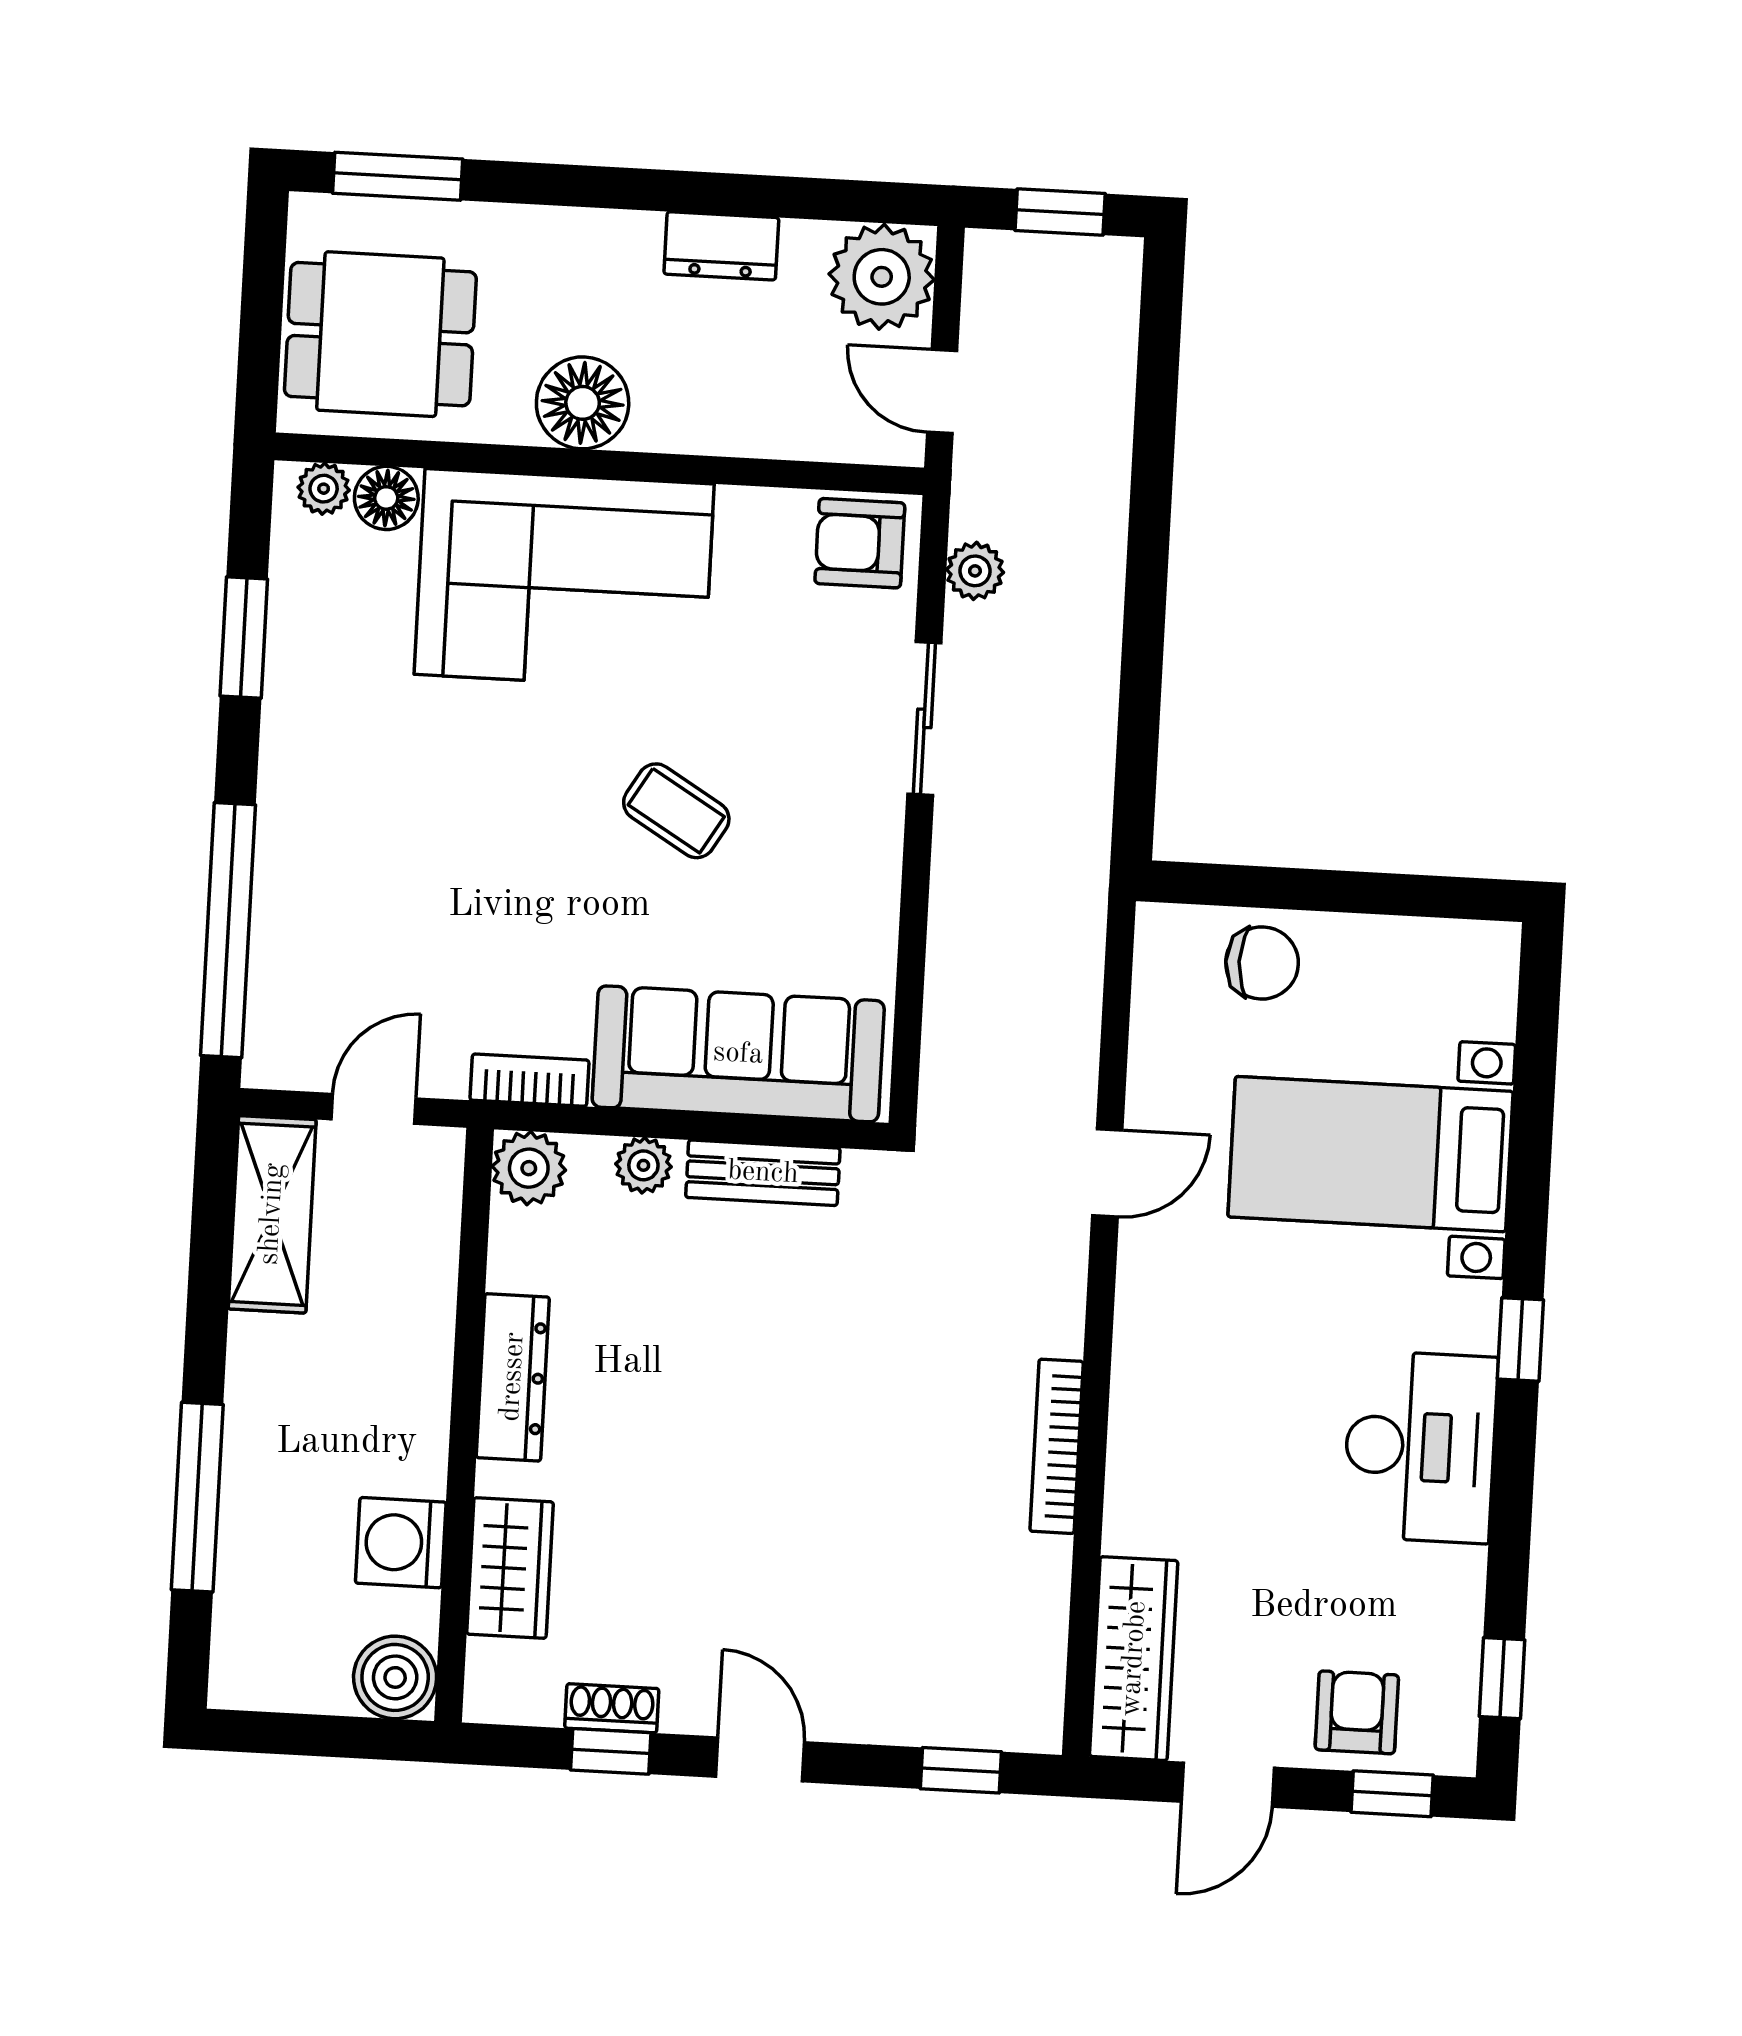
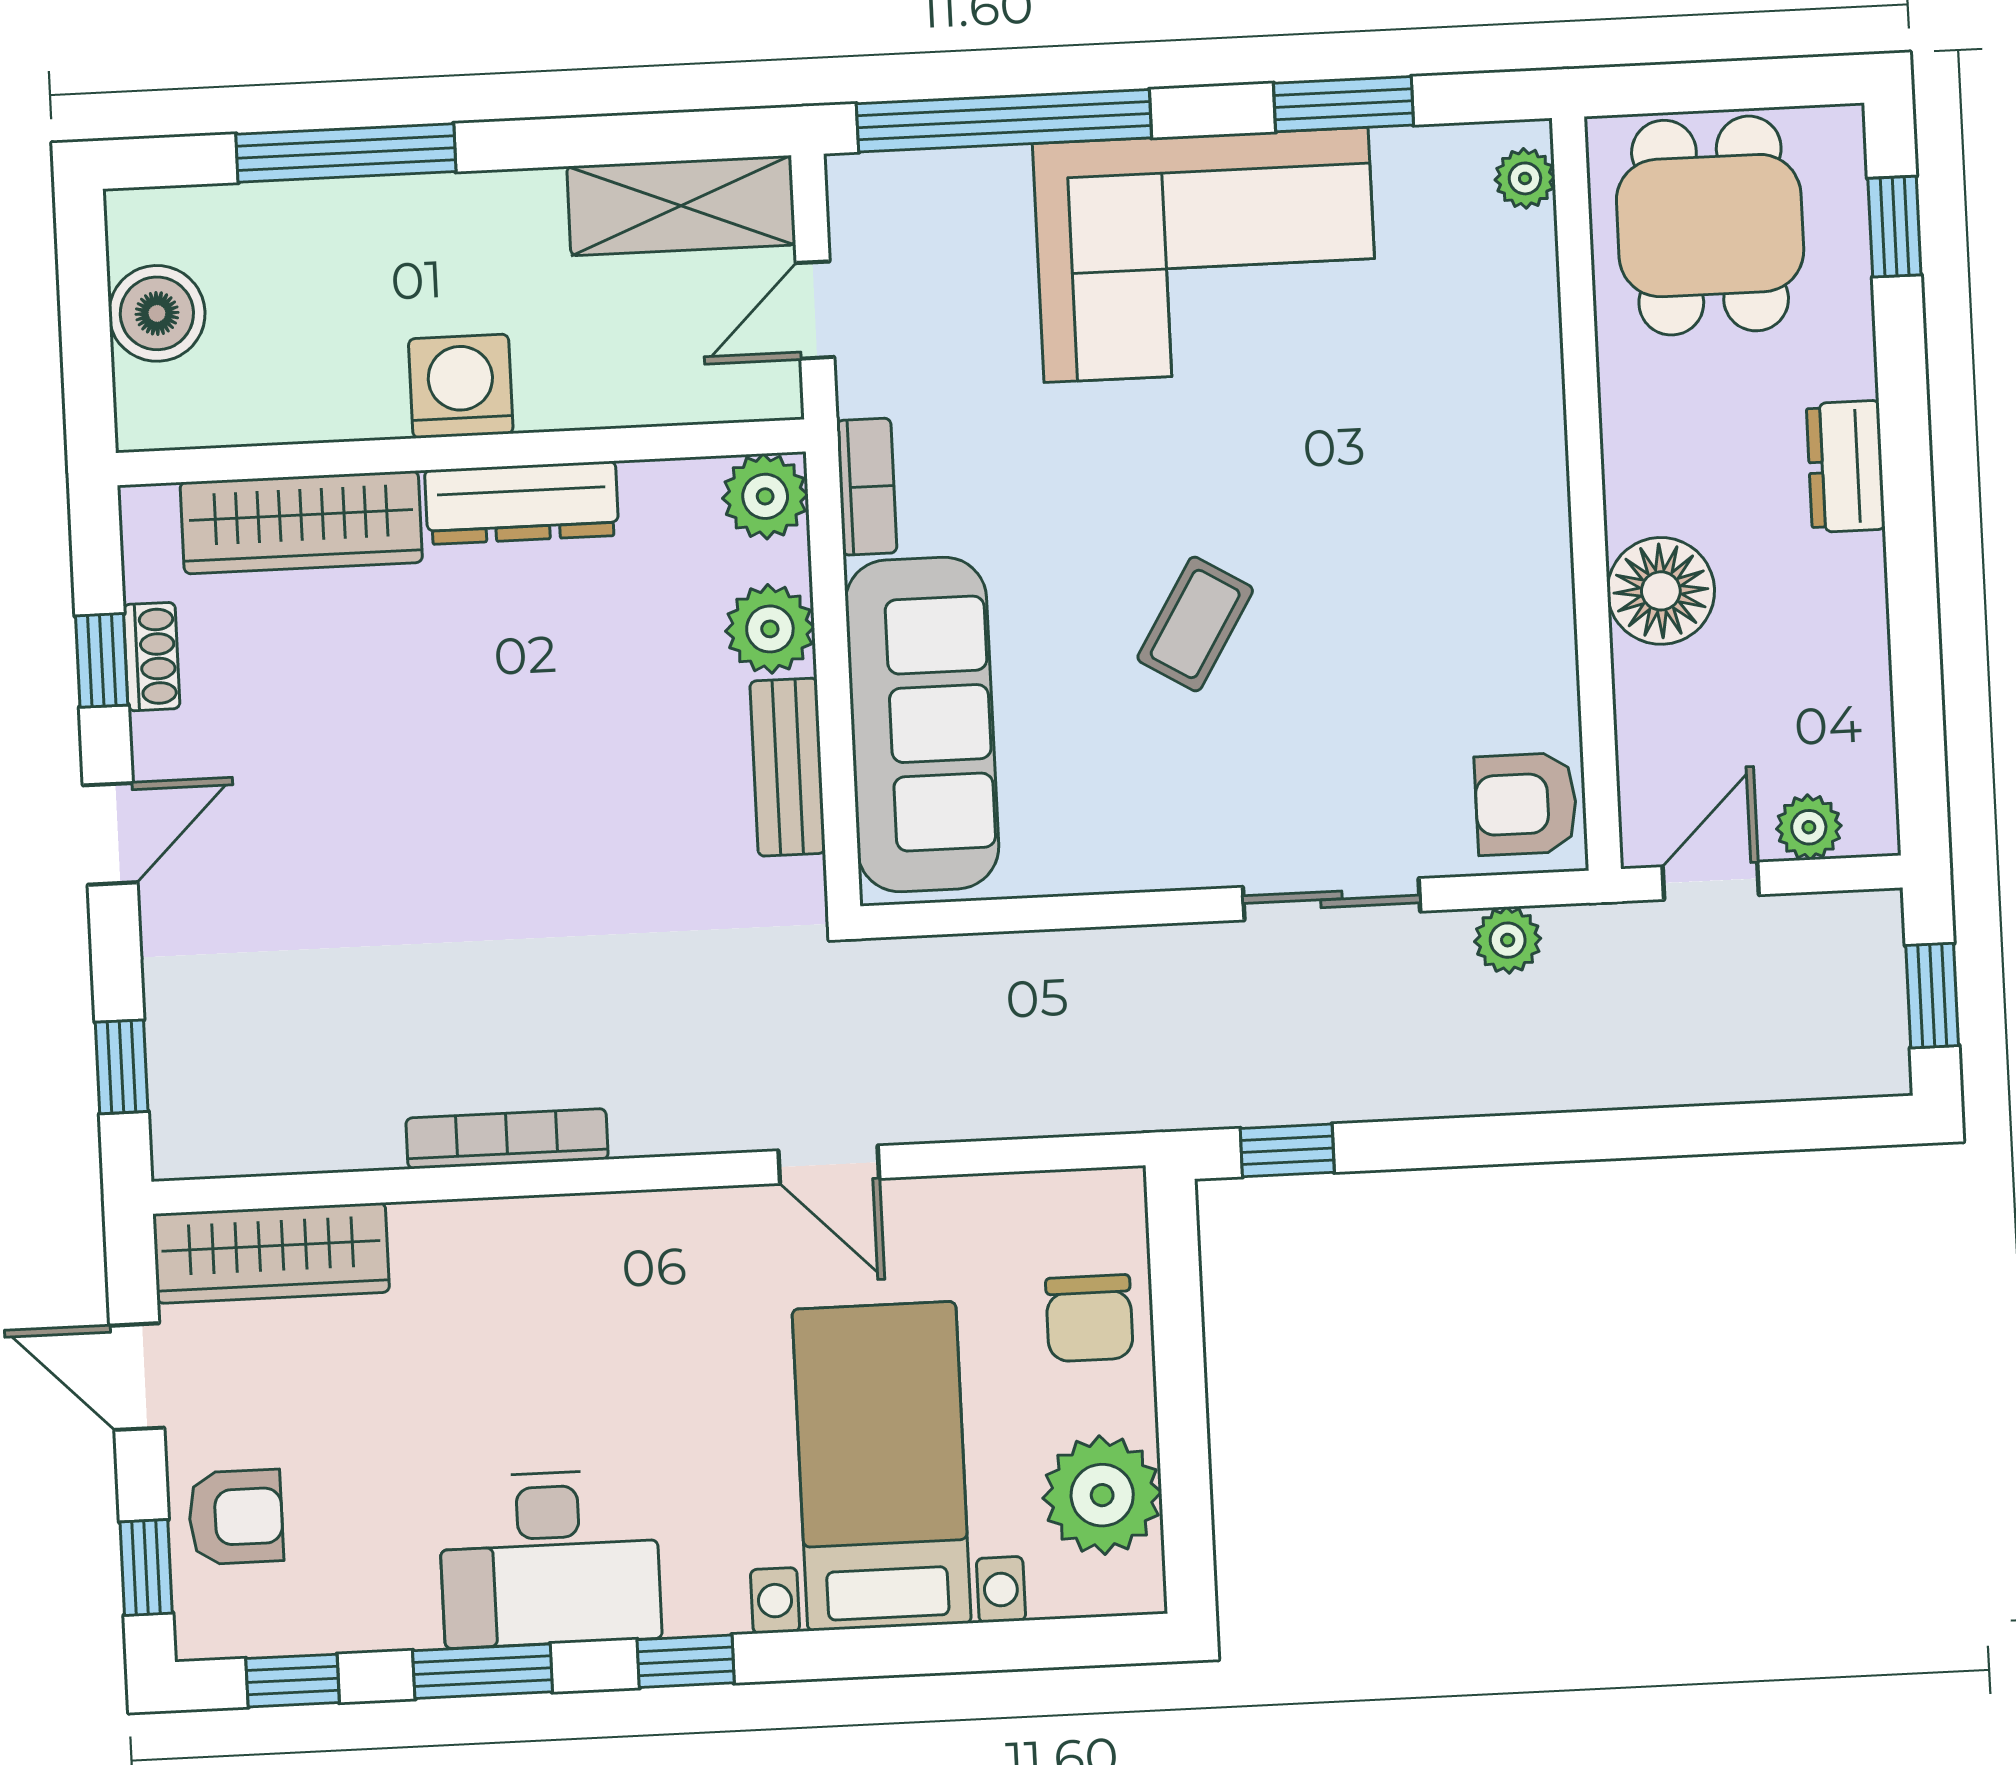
window: (398, 176) -> (1894, 227), width x0.67
dresser: (721, 246) -> (1846, 466), moved
plant: (882, 277) -> (1809, 827), width x0.53, depth x0.53
floor lamp: (583, 403) -> (1661, 591), moved
floor lamp: (386, 498) -> (1522, 252), removed
armchair: (860, 543) -> (1526, 804), turned -90
corner sofa: (564, 579) -> (1206, 255), moved, turned -90
window: (1136, 778) -> (1287, 1150), added
plant: (1415, 968) -> (1102, 1495), added
door: (374, 1109) -> (815, 310), swing flipped
plant: (643, 1165) -> (770, 629), width x1.38, depth x1.38
window: (1511, 1514) -> (483, 1671), added
washing machine: (401, 1543) -> (461, 386), moved
wardrobe: (510, 1568) -> (301, 522), width x1.50
boiler: (395, 1677) -> (157, 313), moved

